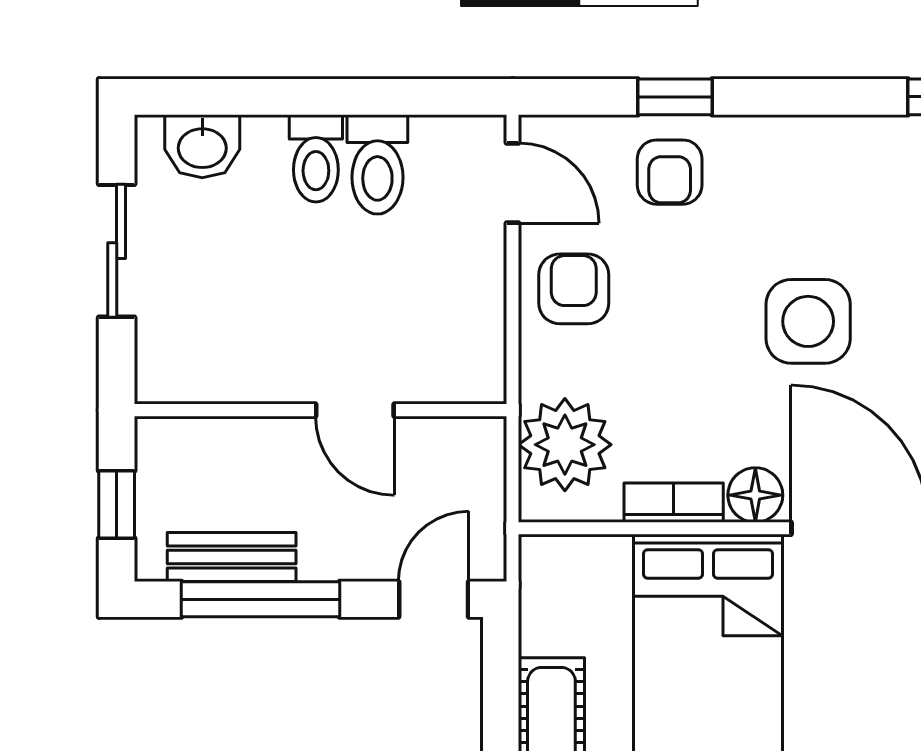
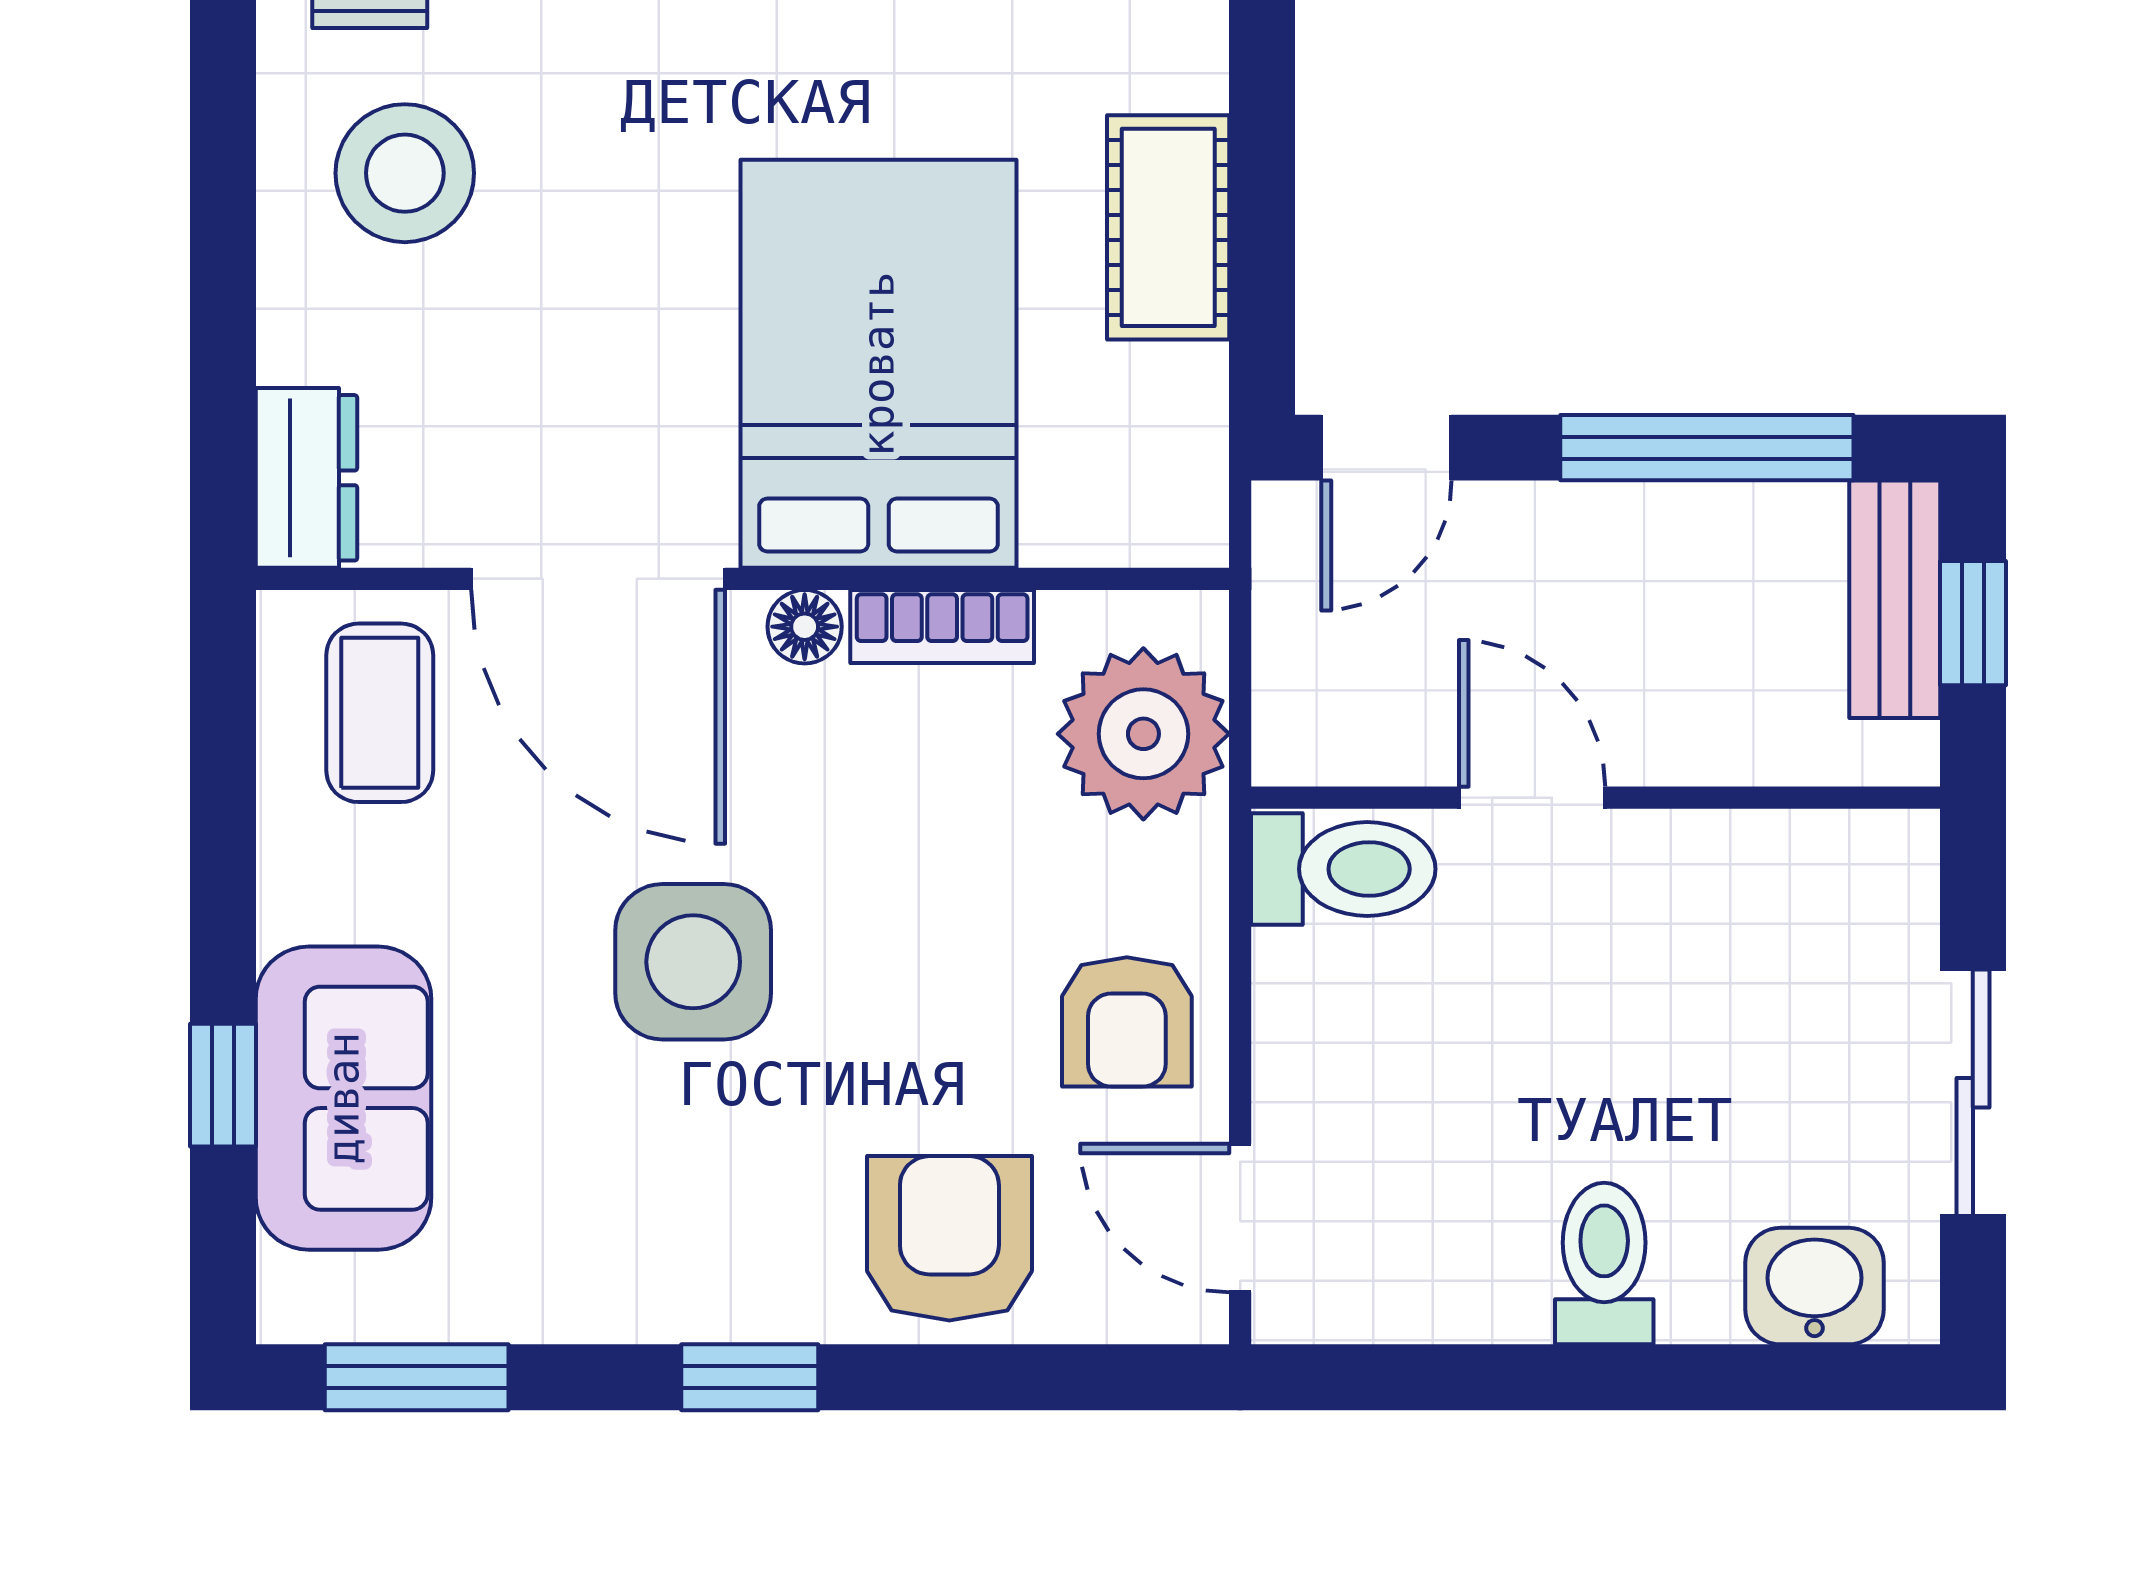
window: (675, 97) -> (750, 1377), moved
toilet: (377, 164) -> (1343, 869), moved, turned 90
armchair: (670, 172) -> (949, 1238), width x1.38, depth x1.38
floor lamp: (755, 495) -> (805, 627), width x0.73, depth x0.73
bench: (232, 557) -> (1895, 599), moved, turned 90

